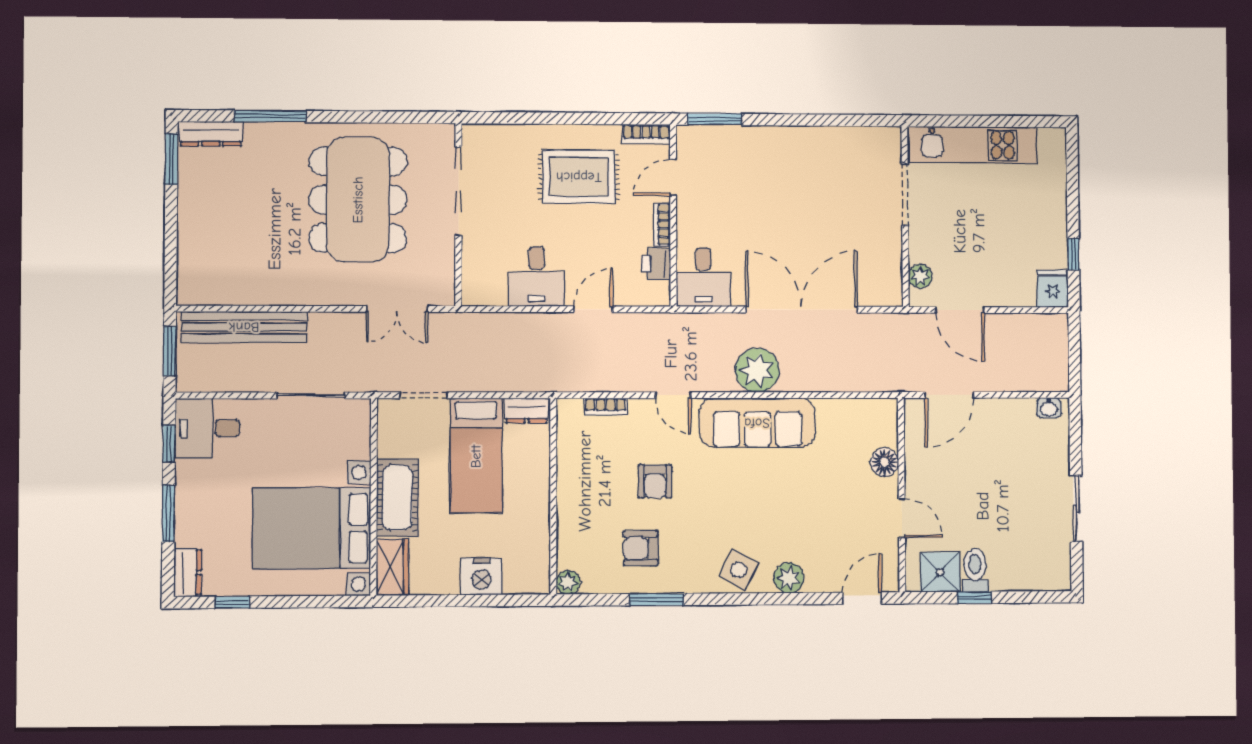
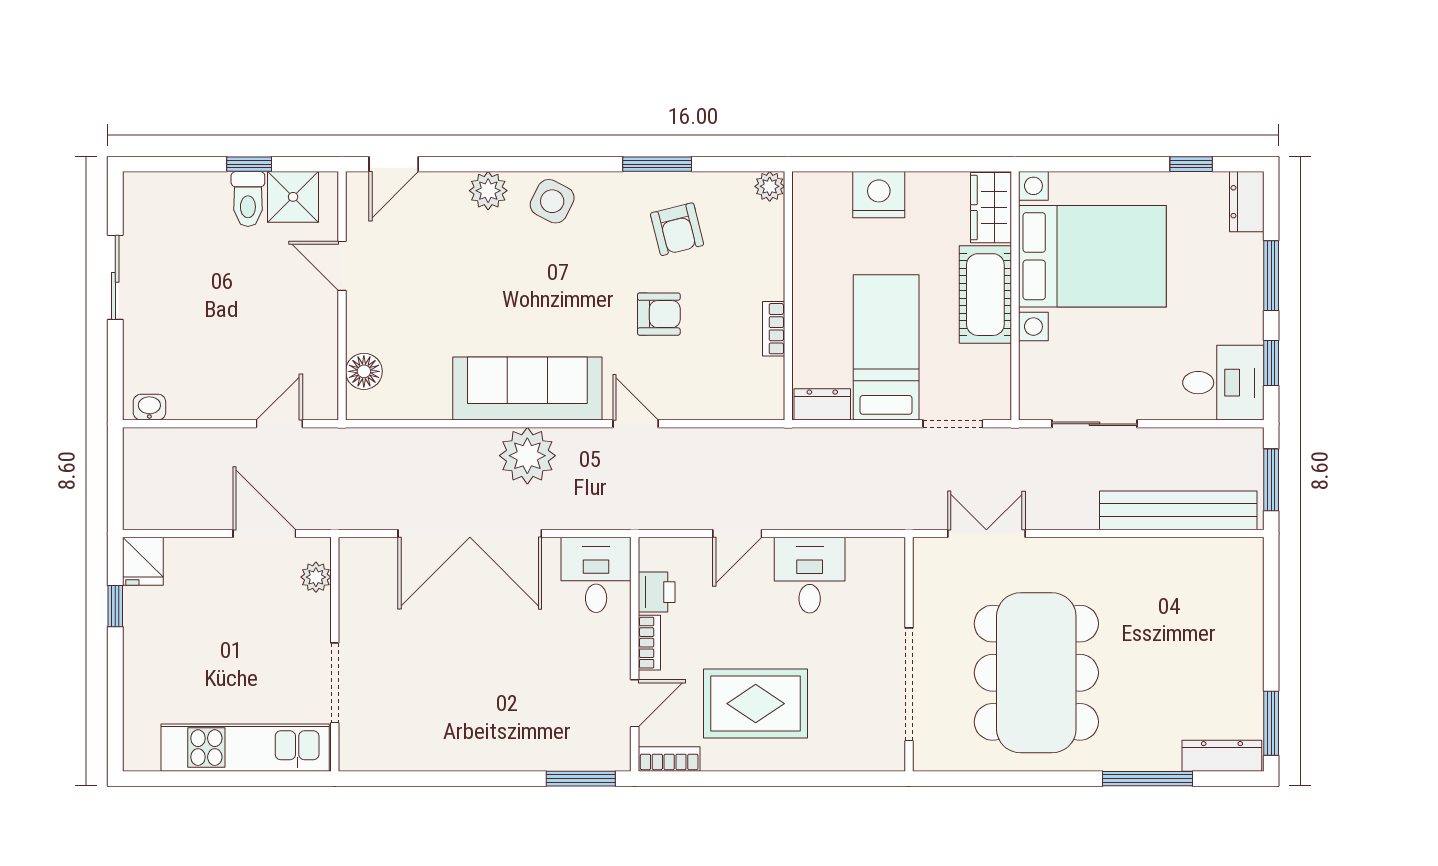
door: (949, 395) -> (279, 424), width x0.73
bookcase: (606, 407) -> (774, 329), moved, turned -90
floor lamp: (884, 462) -> (364, 371), moved
armchair: (655, 481) -> (659, 314), turned 90
armchair: (641, 548) -> (677, 229), turned 76

